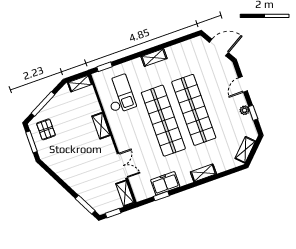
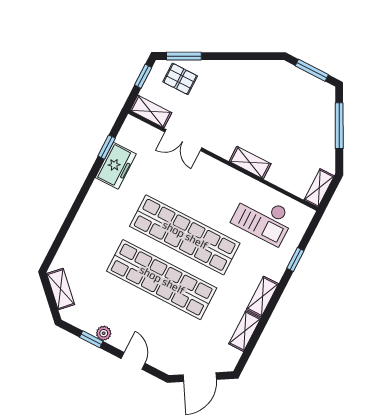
window: (105, 67) -> (295, 259), moved
pallet: (46, 129) -> (180, 79), moved
shelving: (203, 173) -> (245, 331), moved

